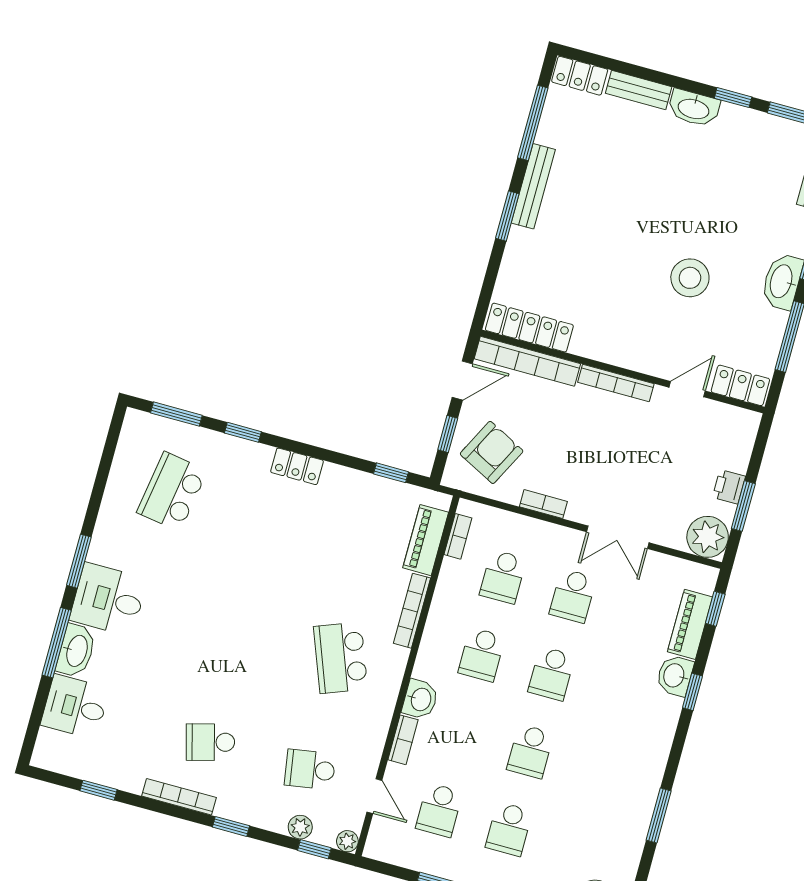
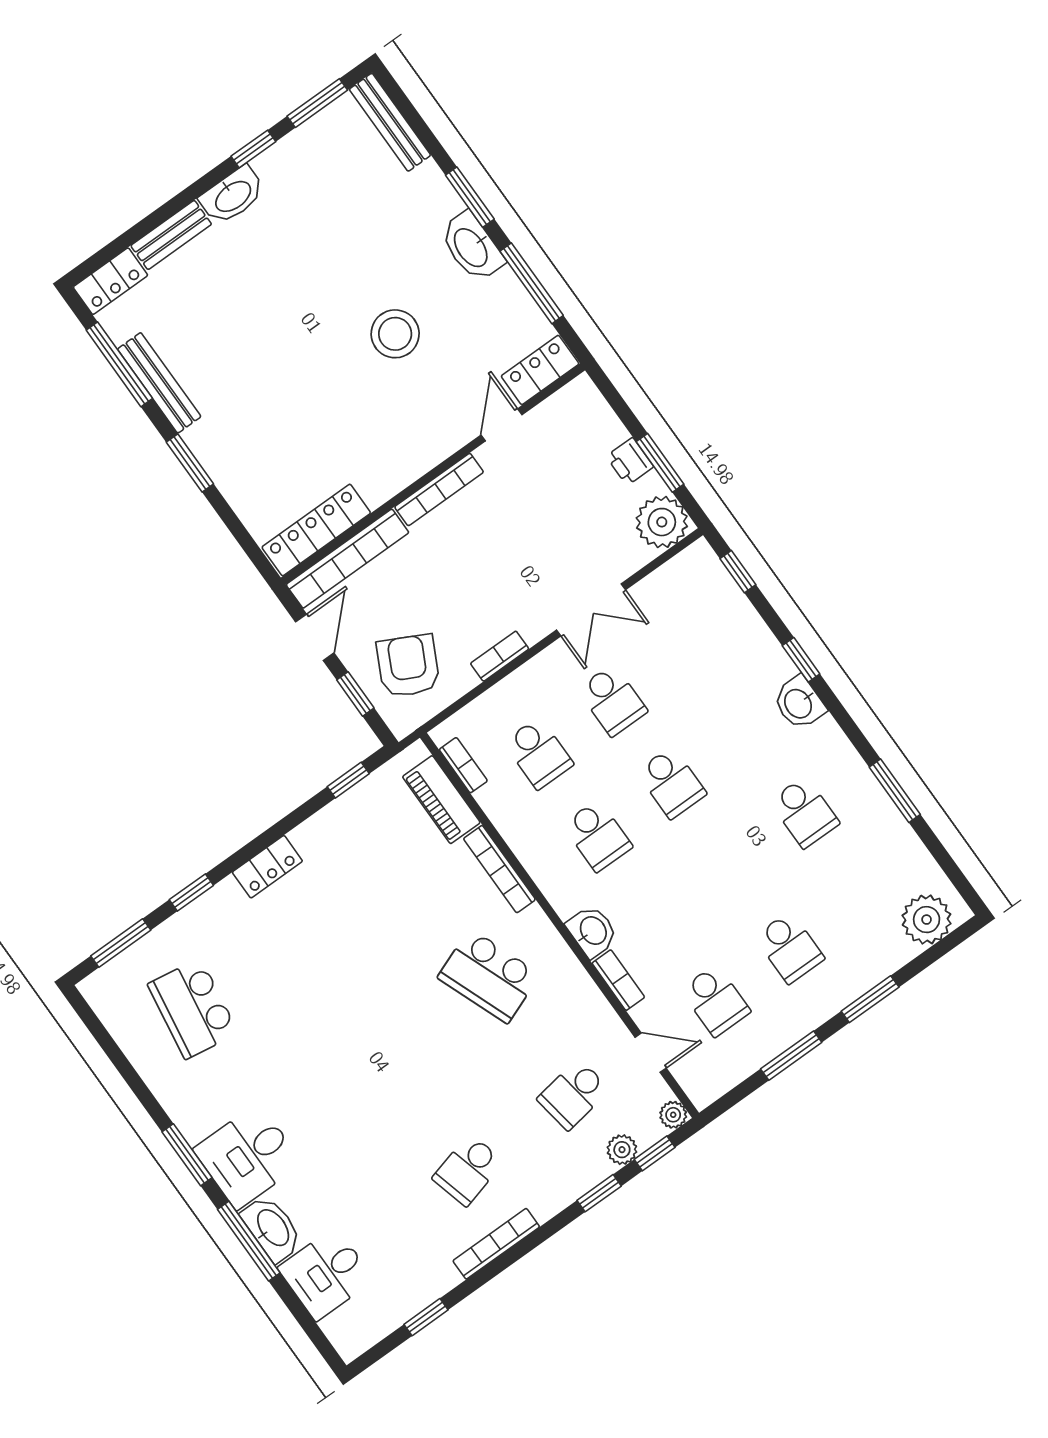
bench: (533, 186) -> (159, 383), moved
piano: (690, 624) -> (733, 609), removed
washbasin: (675, 676) -> (799, 703), moved
school desk: (530, 751) -> (804, 812), moved
window: (231, 826) -> (599, 1193), moved

